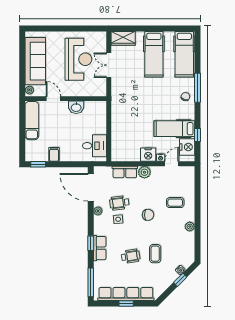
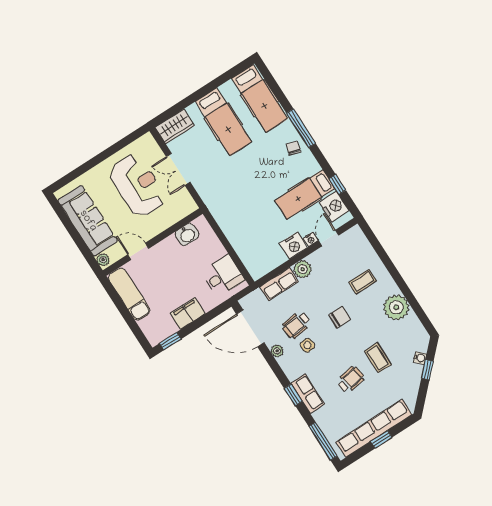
washbasin: (76, 107) -> (187, 234), moved
filing cabinet: (54, 154) -> (188, 313), width x2.00
plant: (190, 227) -> (396, 307), width x1.88, depth x1.88

